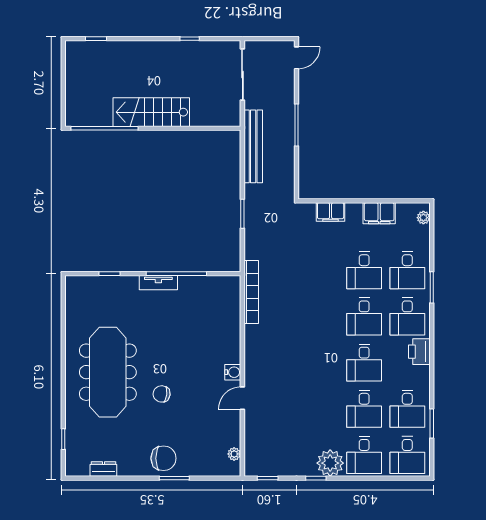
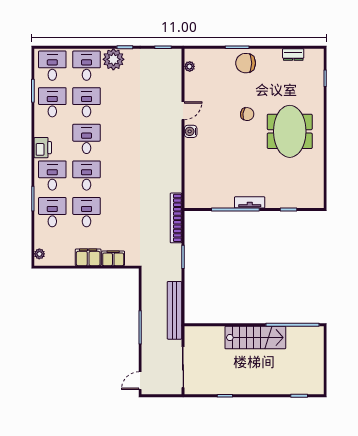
filing cabinet: (379, 213) -> (88, 257), moved
bookcase: (251, 292) -> (176, 218), moved
meeting table: (108, 372) -> (290, 131), width x0.73

